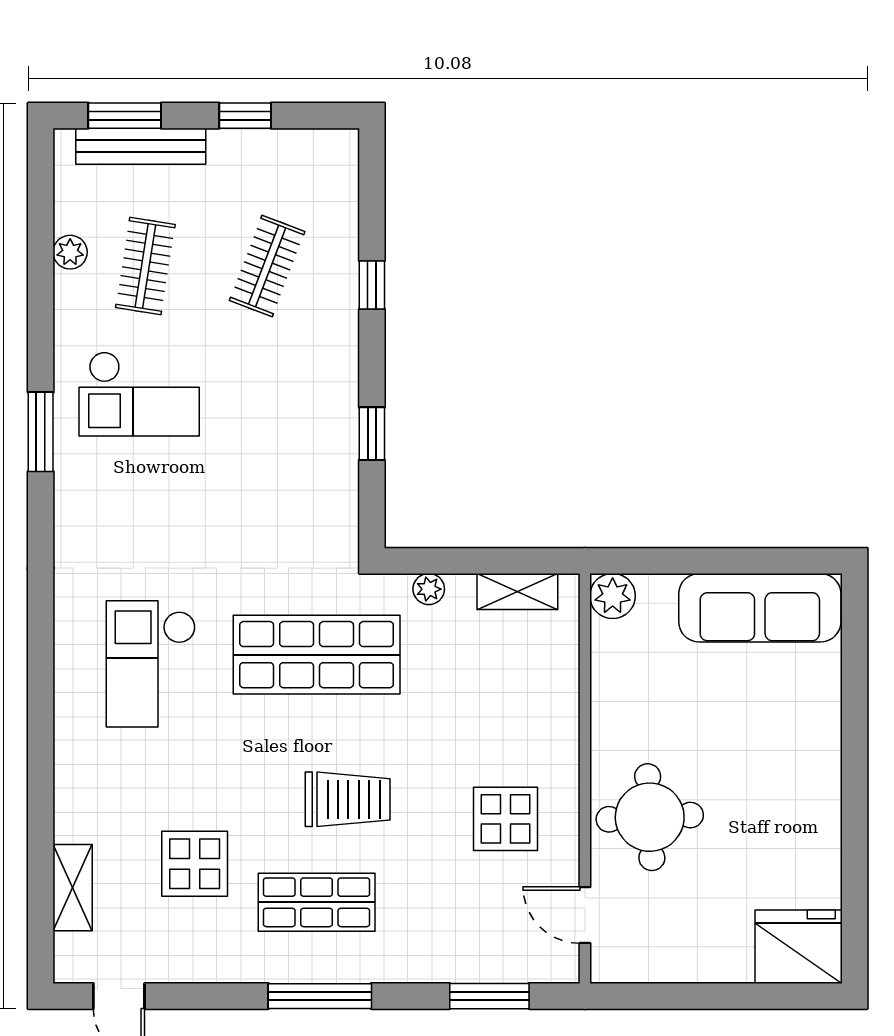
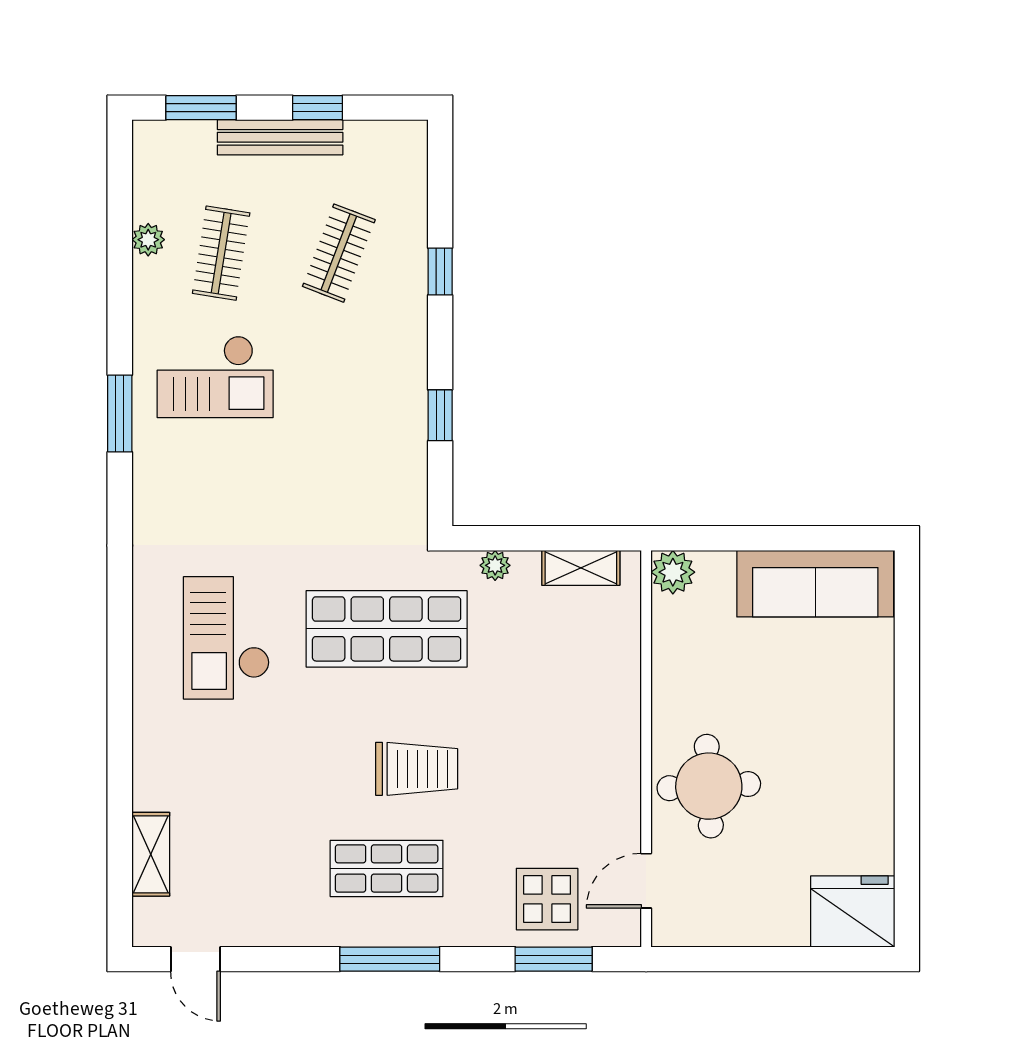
bench: (141, 146) -> (280, 137), moved
display table: (505, 819) -> (547, 899), moved
display table: (195, 864) -> (269, 831), removed
door: (585, 915) -> (646, 881), hinge flipped

